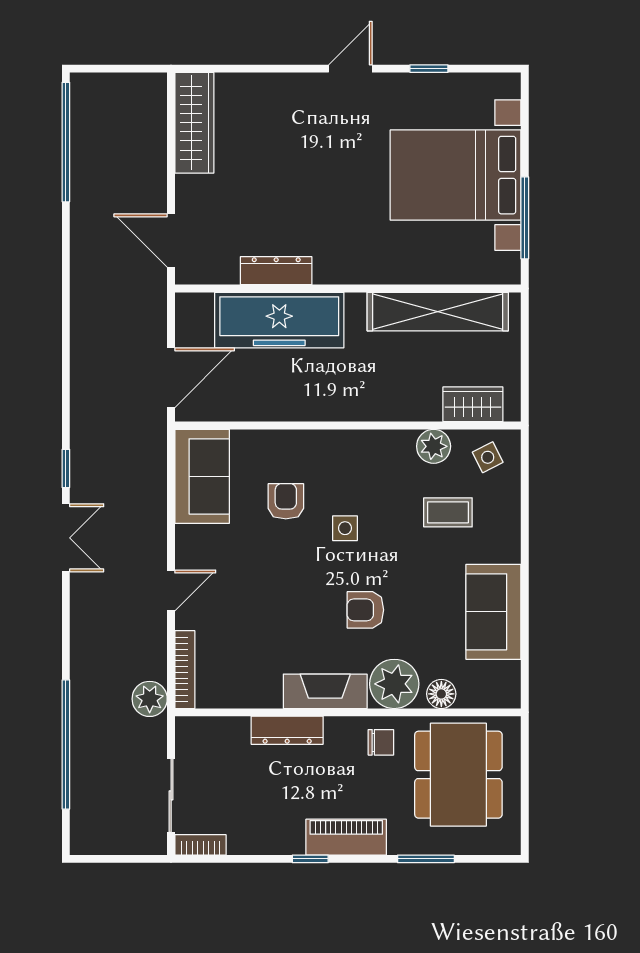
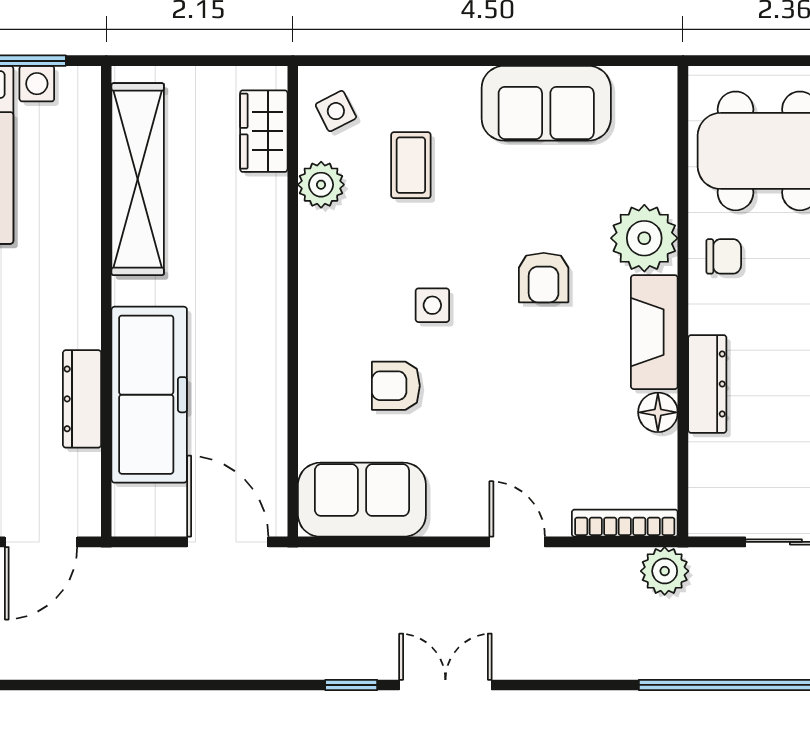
floor lamp: (441, 694) -> (658, 412), moved
chair: (381, 742) -> (724, 256), turned 90

